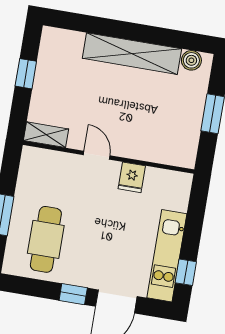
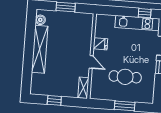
door: (97, 155) -> (91, 62), swing flipped
cafe table: (46, 239) -> (125, 77), moved

